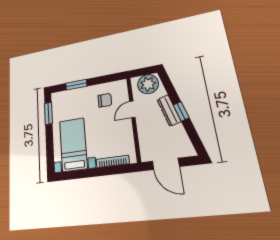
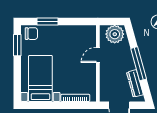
chair: (105, 100) -> (31, 34), moved
dresser: (169, 110) -> (135, 83), moved
window: (181, 111) -> (139, 64), width x2.17

